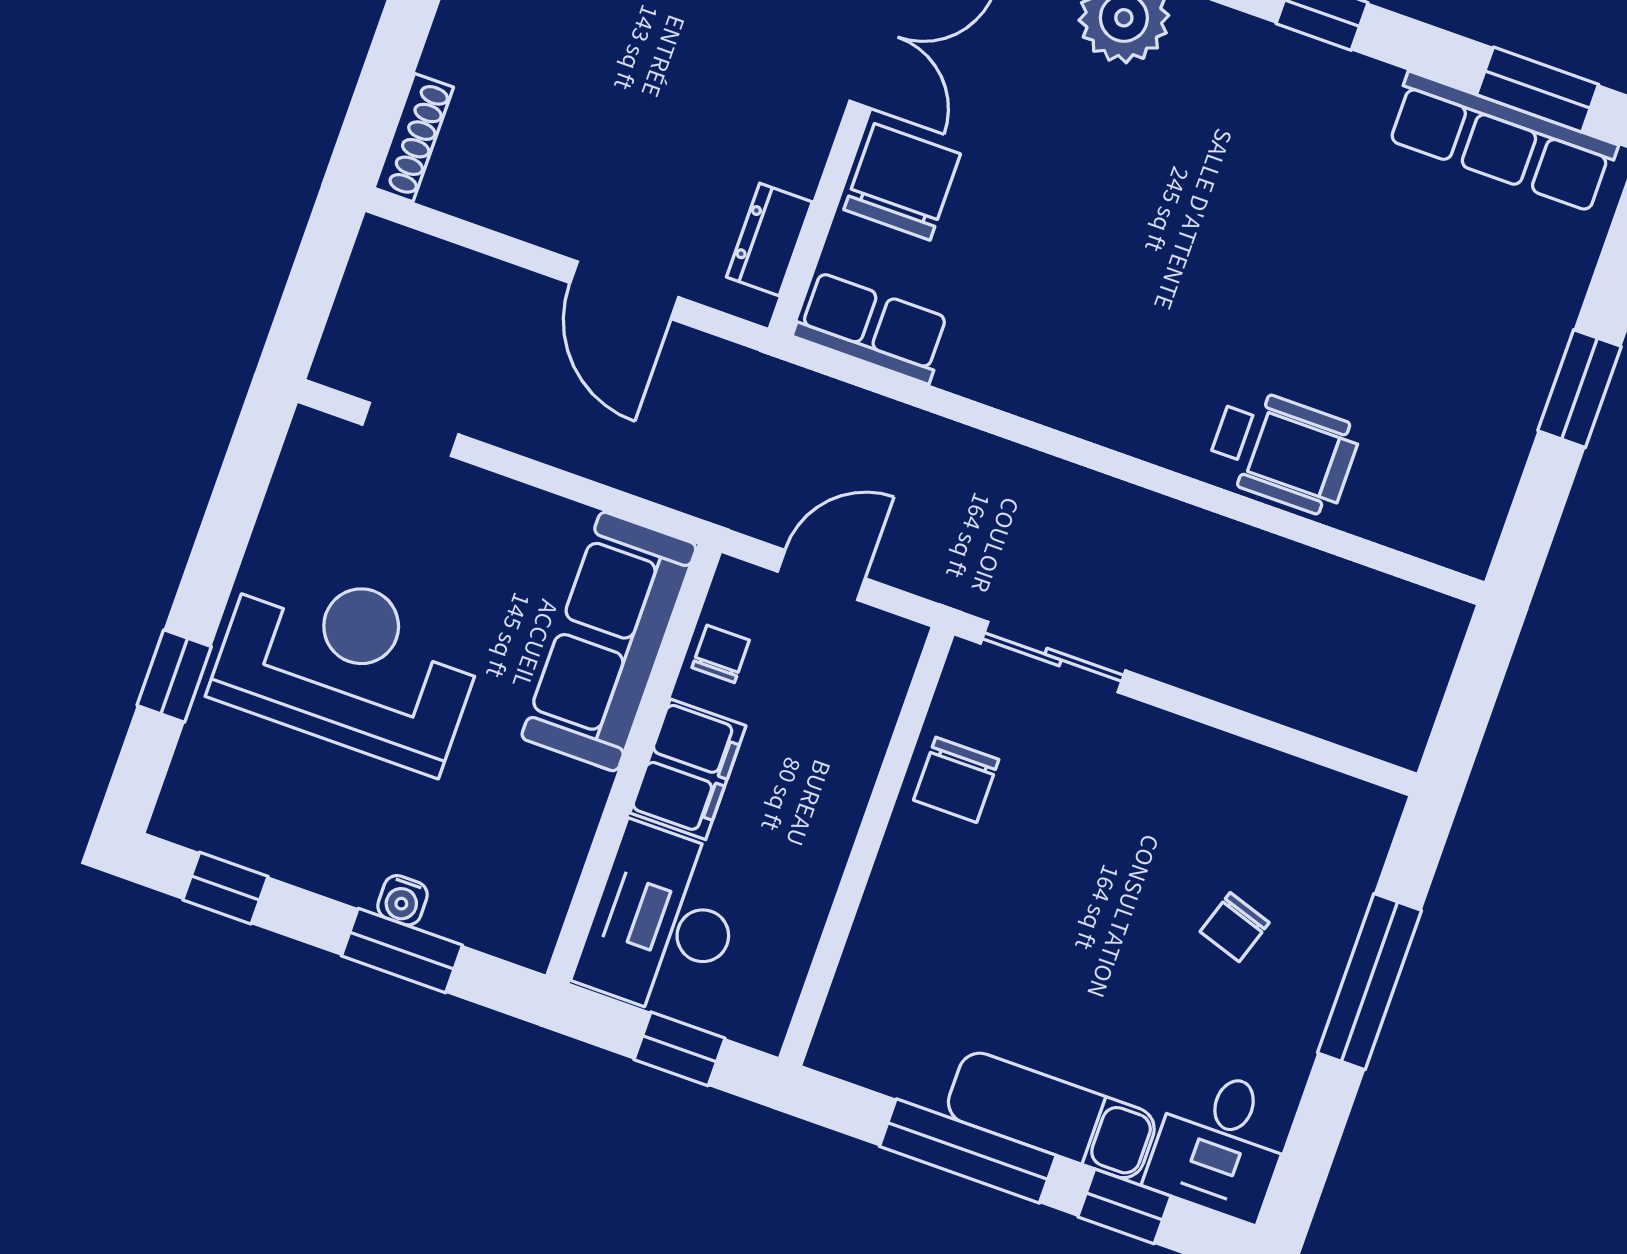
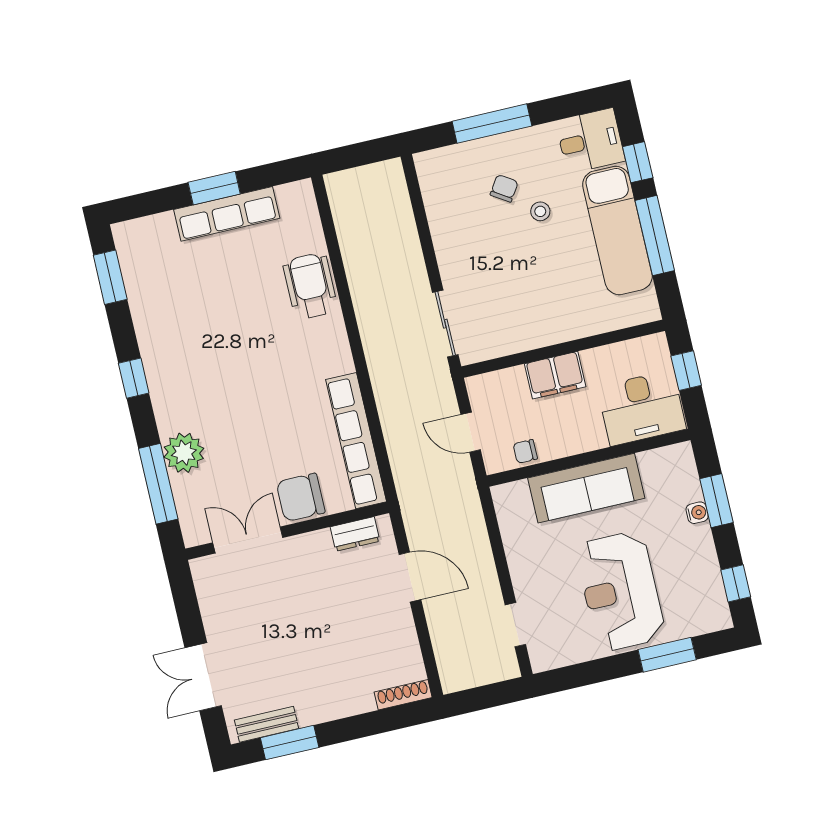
row of seats: (1502, 142) -> (227, 214), moved, turned 90
door: (624, 290) -> (410, 577), hinge flipped
row of seats: (872, 328) -> (356, 441), width x2.02
sofa: (609, 641) -> (586, 488), moved
window: (174, 676) -> (667, 655), width x1.50
filing cabinet: (688, 769) -> (555, 375), moved, turned 180
chair: (956, 780) -> (516, 331), removed
chair: (1235, 927) -> (504, 188), turned -75
stool: (1149, 967) -> (540, 211), added
exam couch: (1051, 1115) -> (617, 230), width x1.36, depth x1.45

